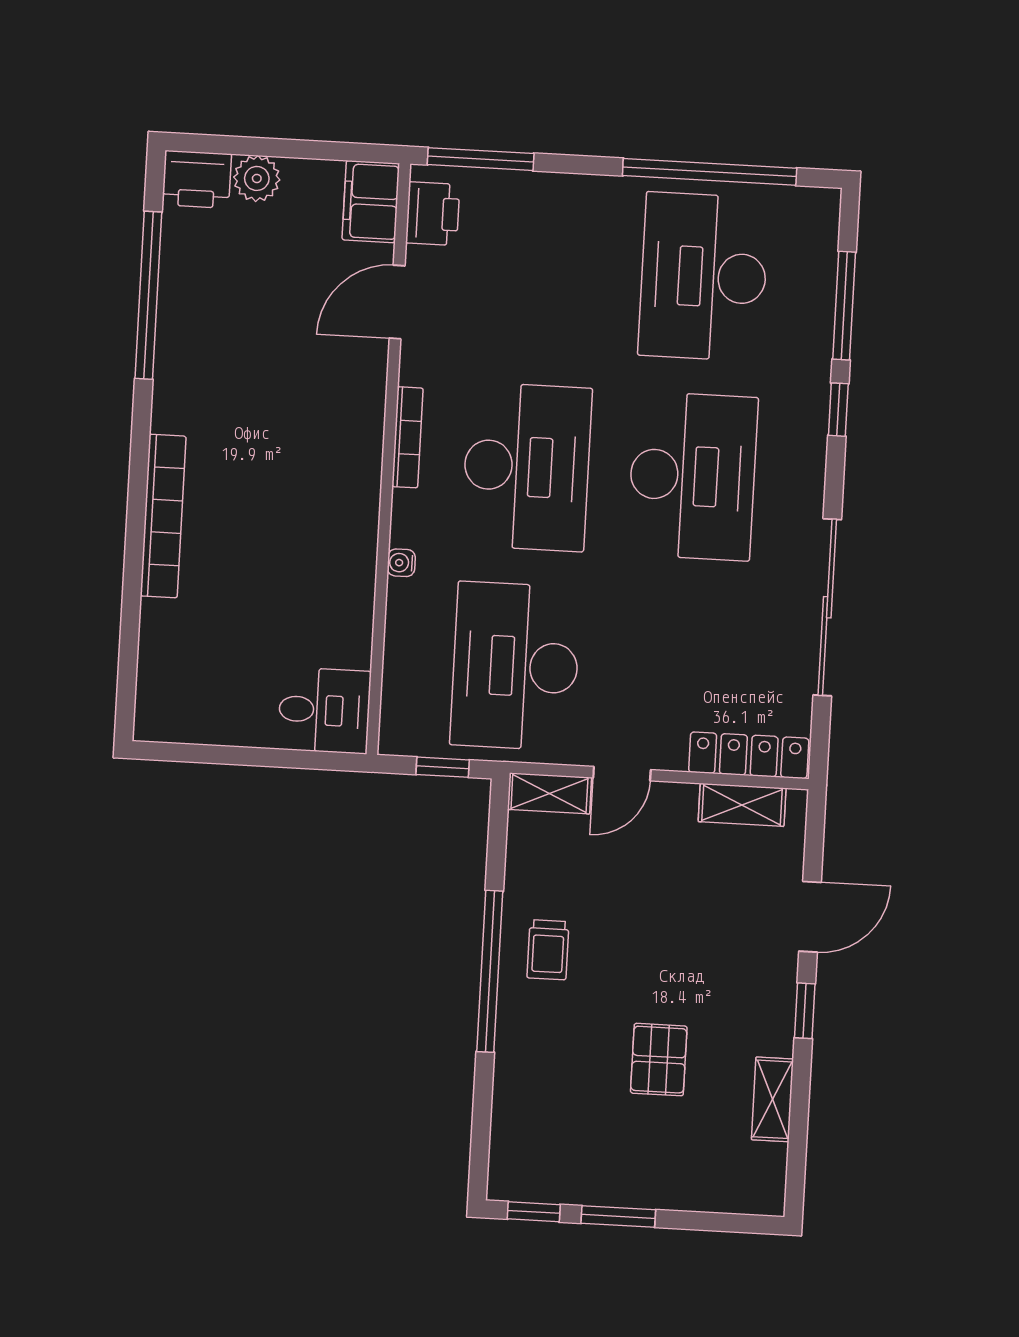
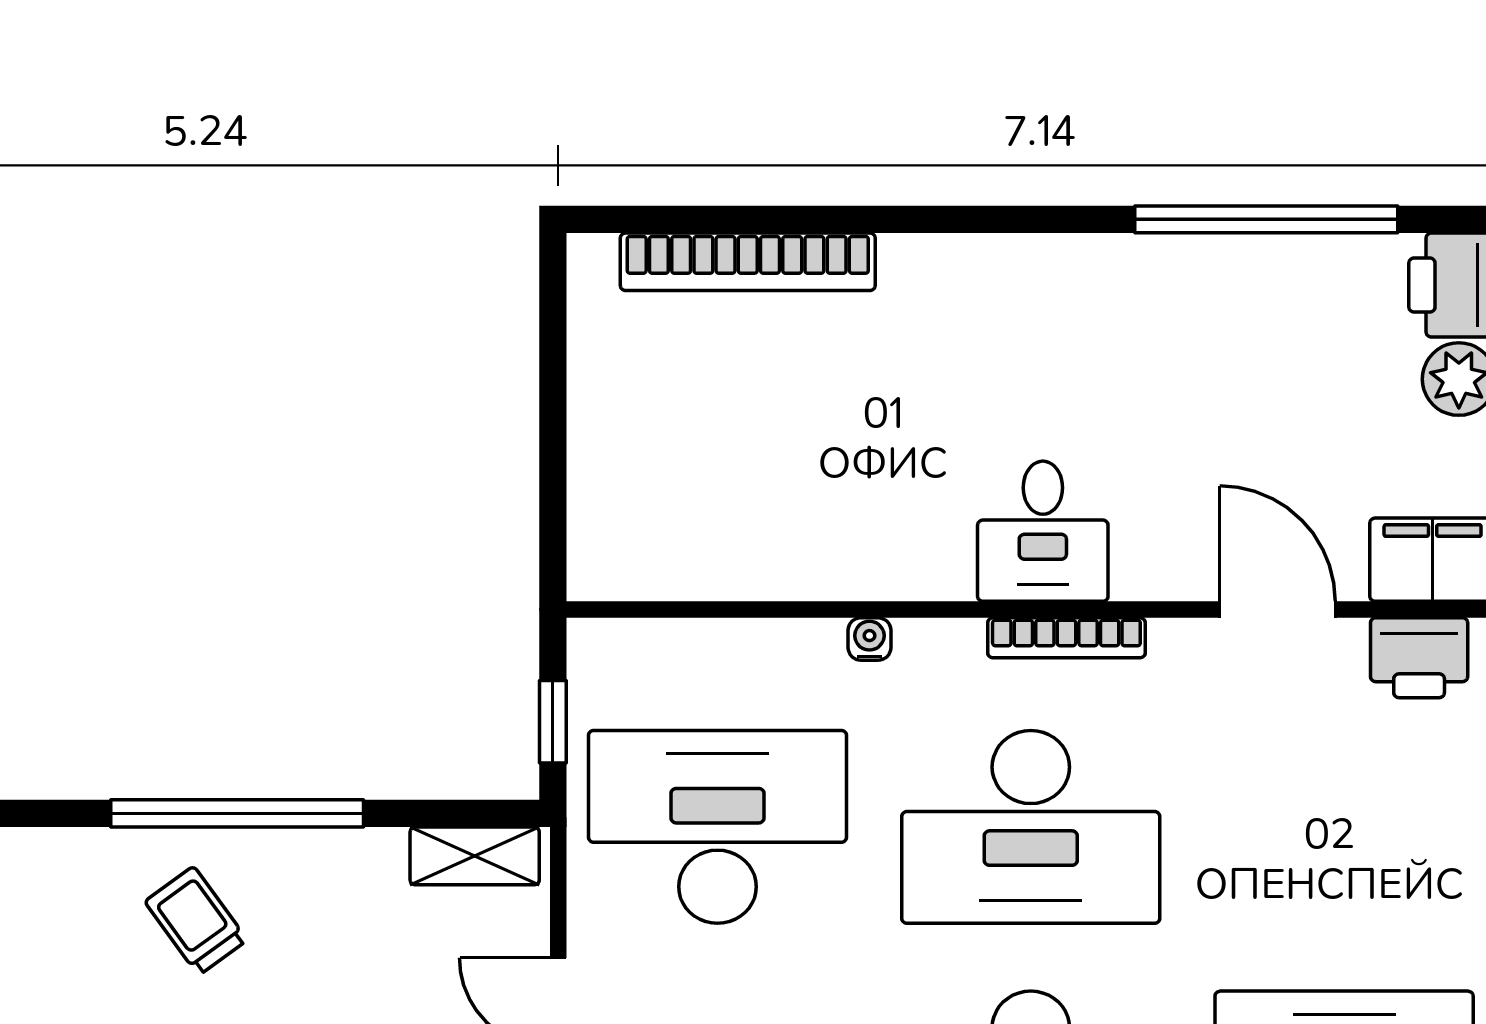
bookcase: (163, 516) -> (748, 262), moved
desk: (324, 710) -> (1043, 531), moved
shelving: (549, 793) -> (475, 856), moved, turned 90
trolley: (548, 950) -> (196, 921), moved, turned 54

